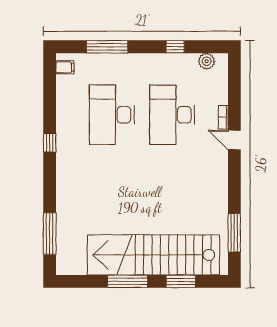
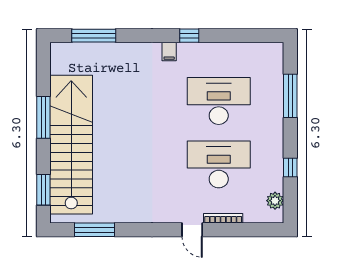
filing cabinet: (65, 67) -> (169, 52), moved
bookcase: (223, 117) -> (223, 218), width x1.56
door: (234, 140) -> (192, 230), swing flipped
window: (181, 281) -> (43, 190), moved

